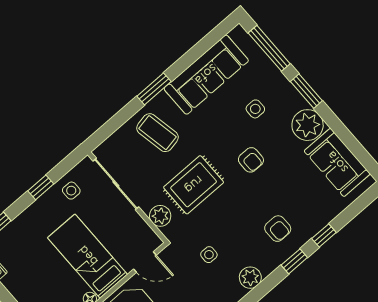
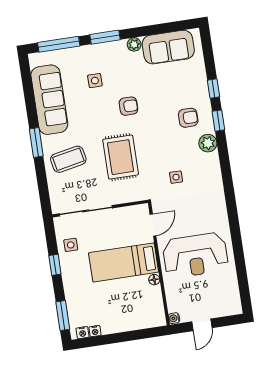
plant: (308, 125) -> (134, 44), width x0.53, depth x0.53
plant: (160, 216) -> (128, 194), removed
plant: (250, 278) -> (208, 143), moved

